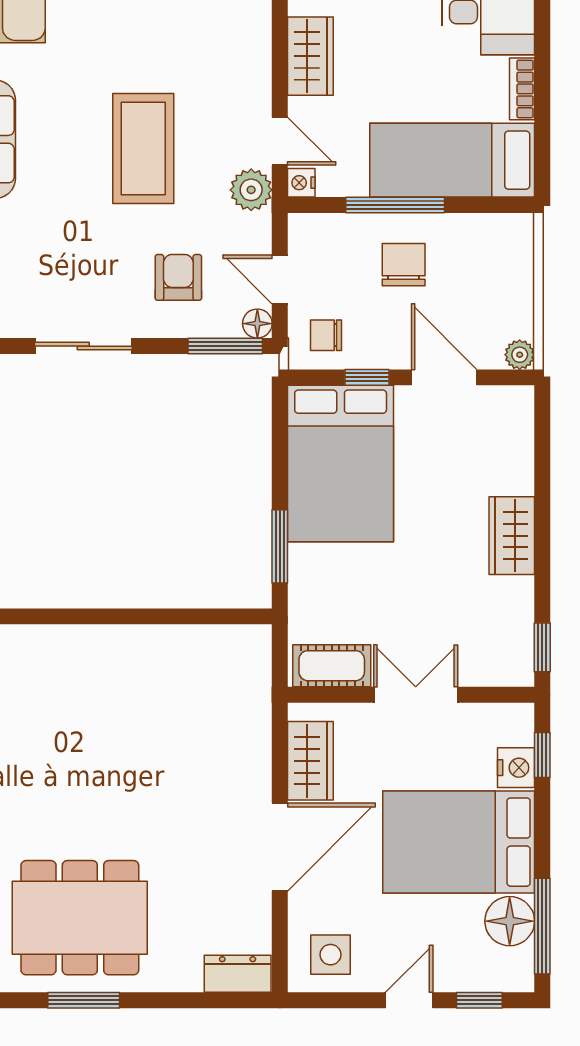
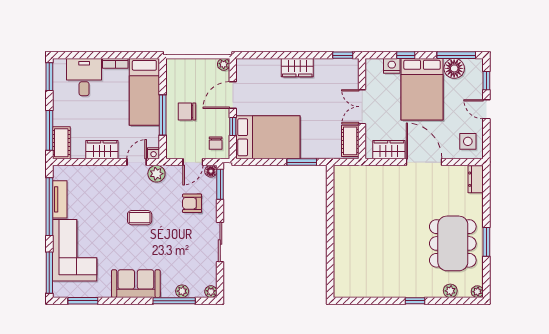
coffee table: (143, 149) -> (140, 218), width x0.54, depth x0.58
window: (542, 755) -> (406, 55), moved

